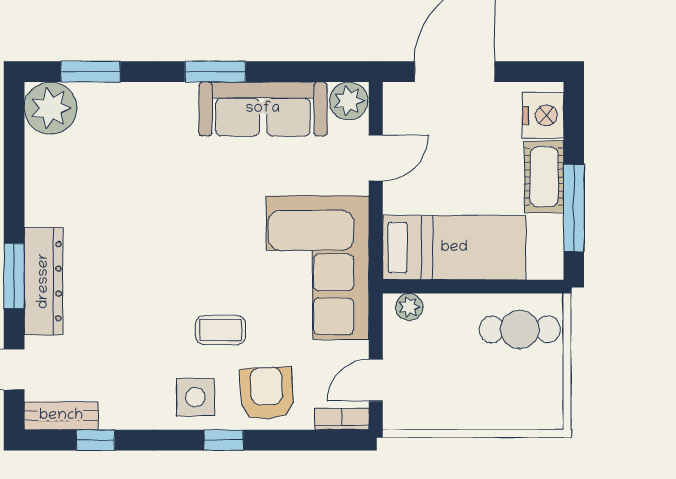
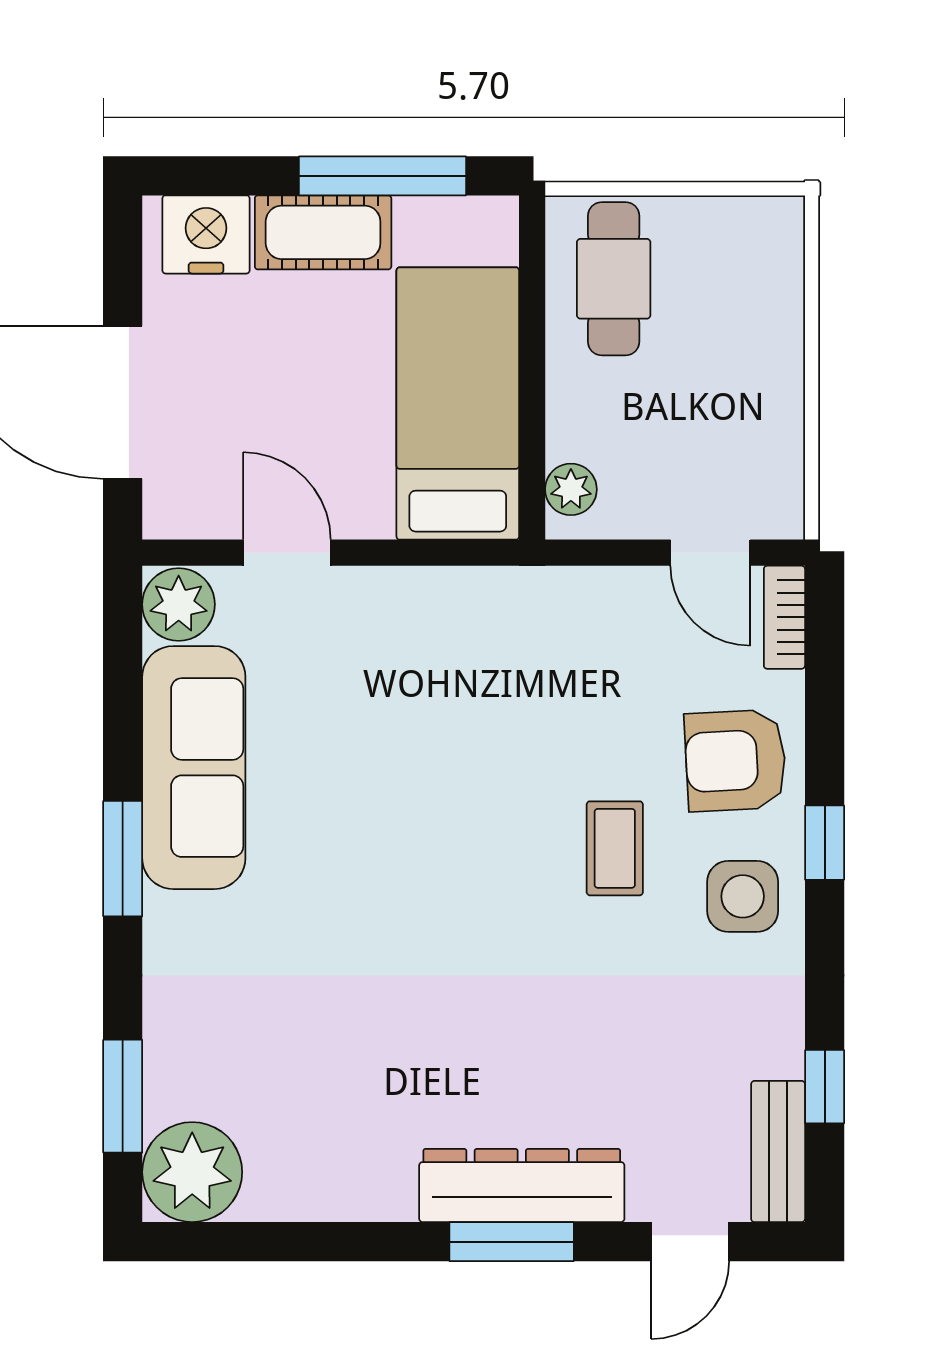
corner sofa: (318, 268) -> (496, 664), removed

